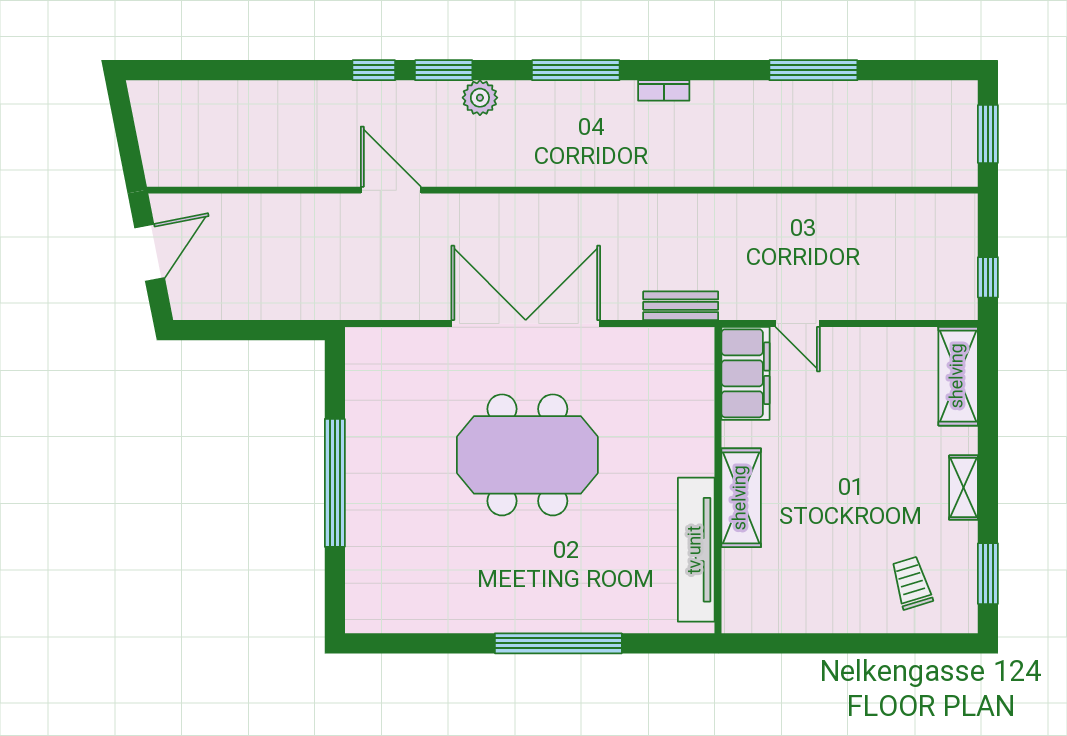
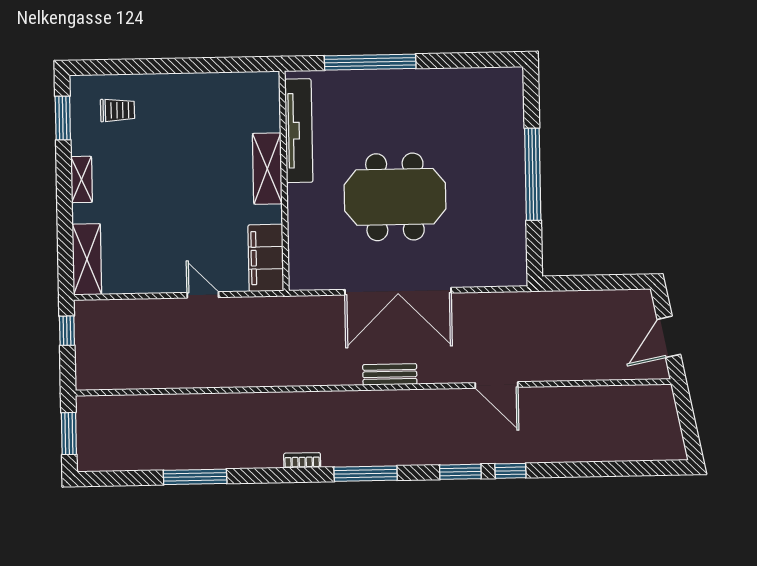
plant: (480, 98) -> (434, 453), removed
bench: (681, 306) -> (390, 374), moved
filing cabinet: (745, 373) -> (266, 258), moved
wall: (718, 480) -> (284, 181), moved
shelving: (741, 498) -> (267, 169), moved
tv unit: (696, 550) -> (299, 131), moved
trolley: (912, 583) -> (117, 110), turned -73

